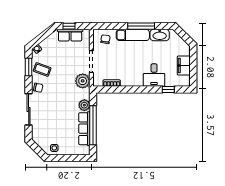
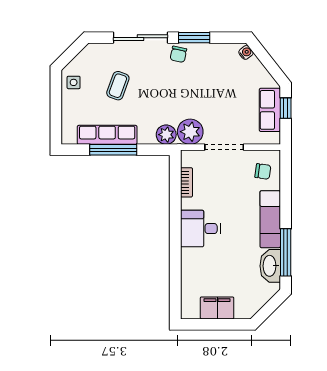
window: (141, 26) -> (286, 252), moved
window: (29, 67) -> (194, 38), moved
coffee table: (42, 69) -> (118, 86), moved
desk: (154, 75) -> (200, 229), moved
window: (168, 90) -> (175, 281), removed
plant: (84, 105) -> (166, 135), moved
window: (93, 125) -> (113, 150), width x0.68

